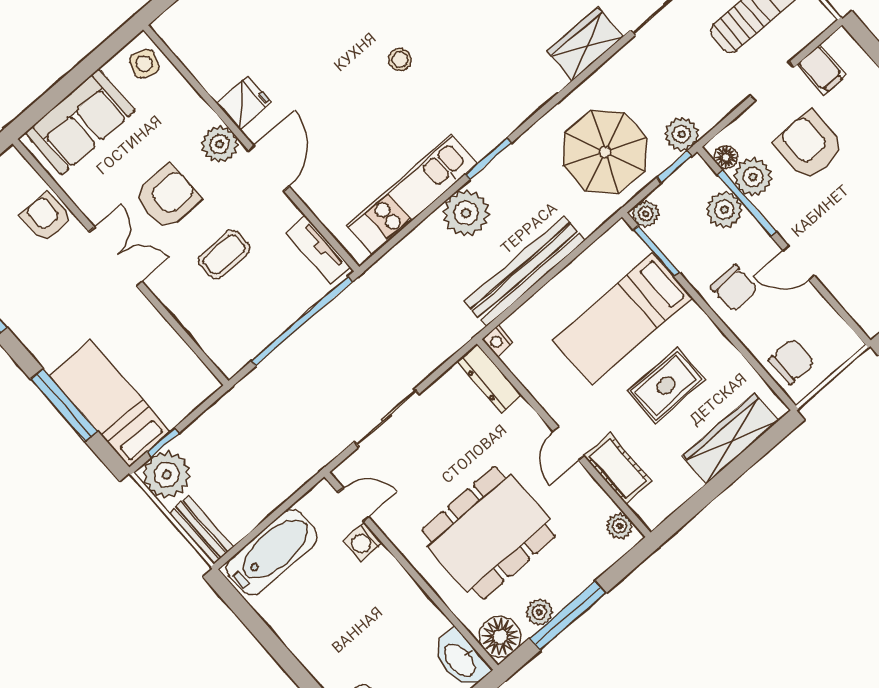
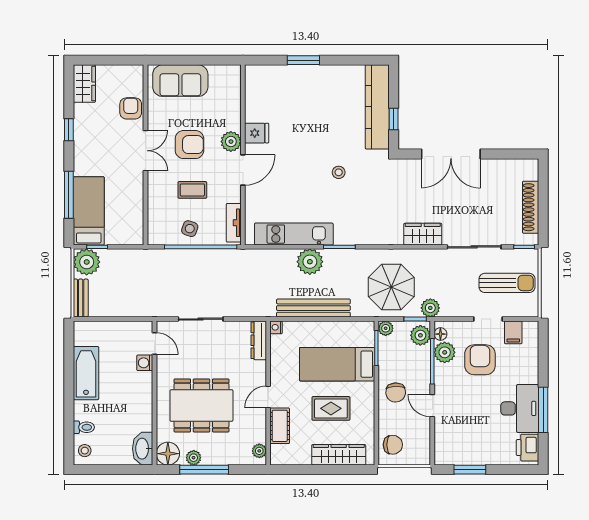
side table: (144, 64) -> (190, 229), moved
plant: (724, 210) -> (420, 335), moved
bathtub: (272, 552) -> (86, 373), moved, turned -90

